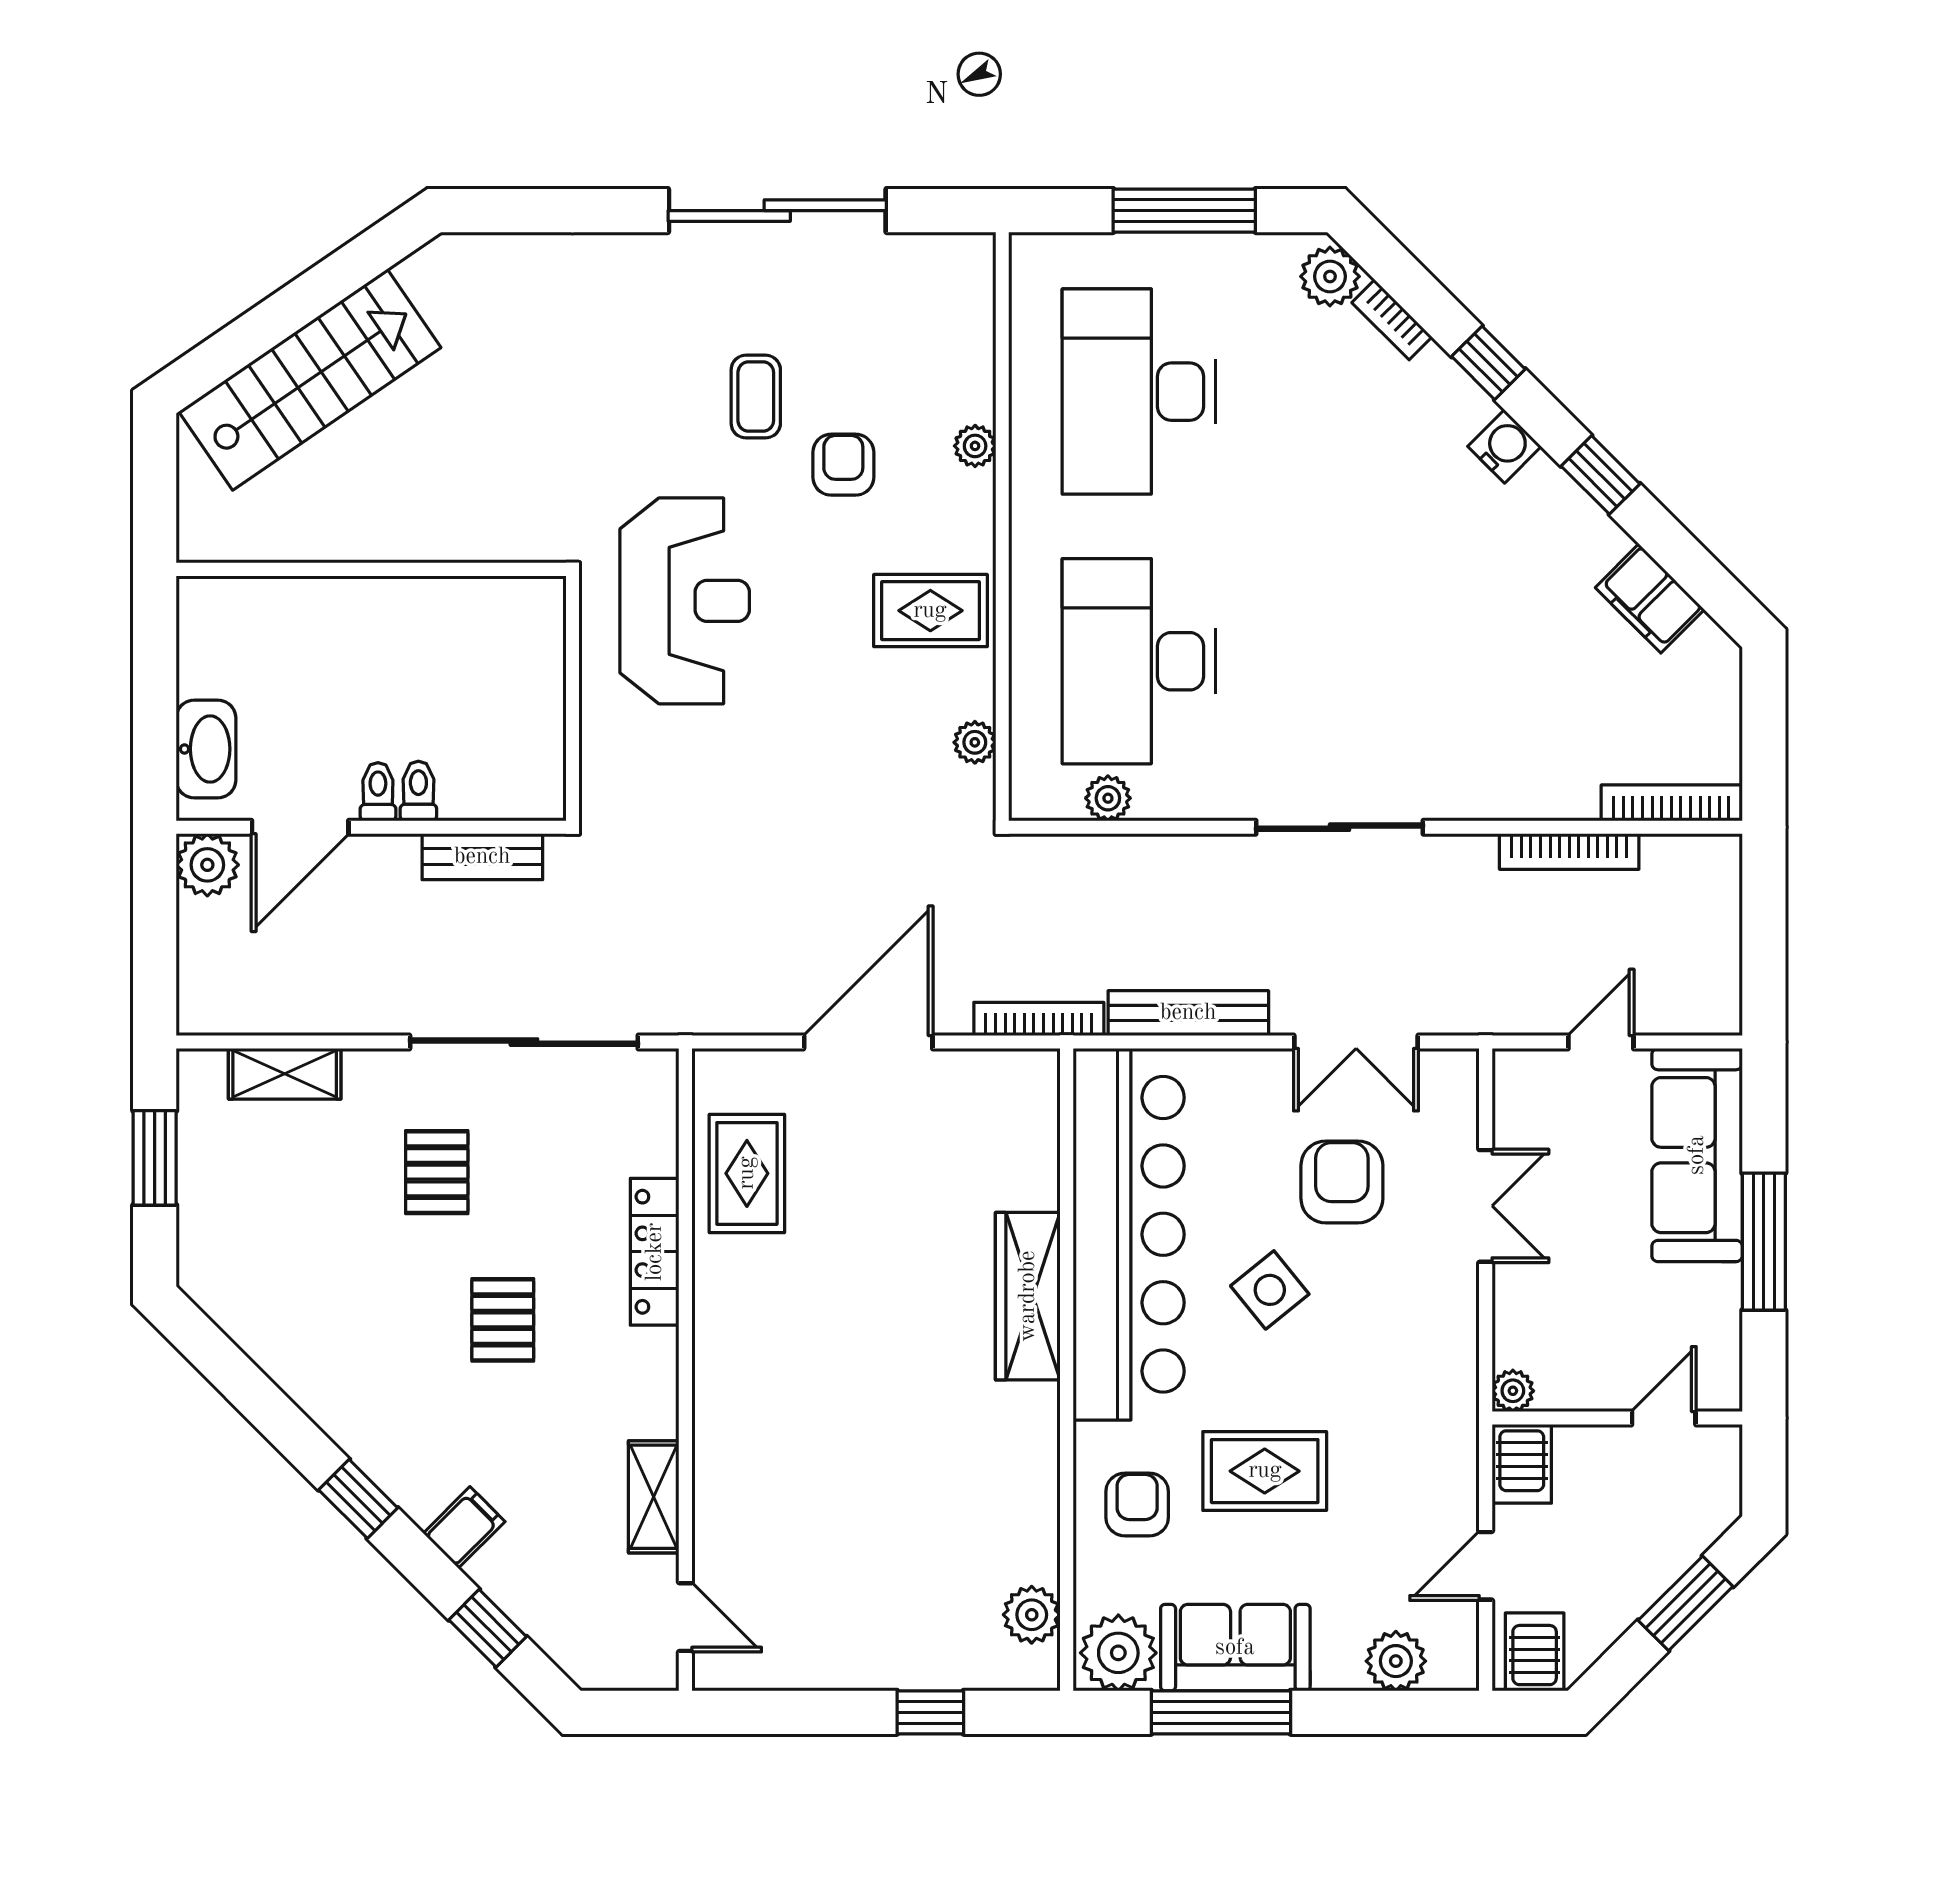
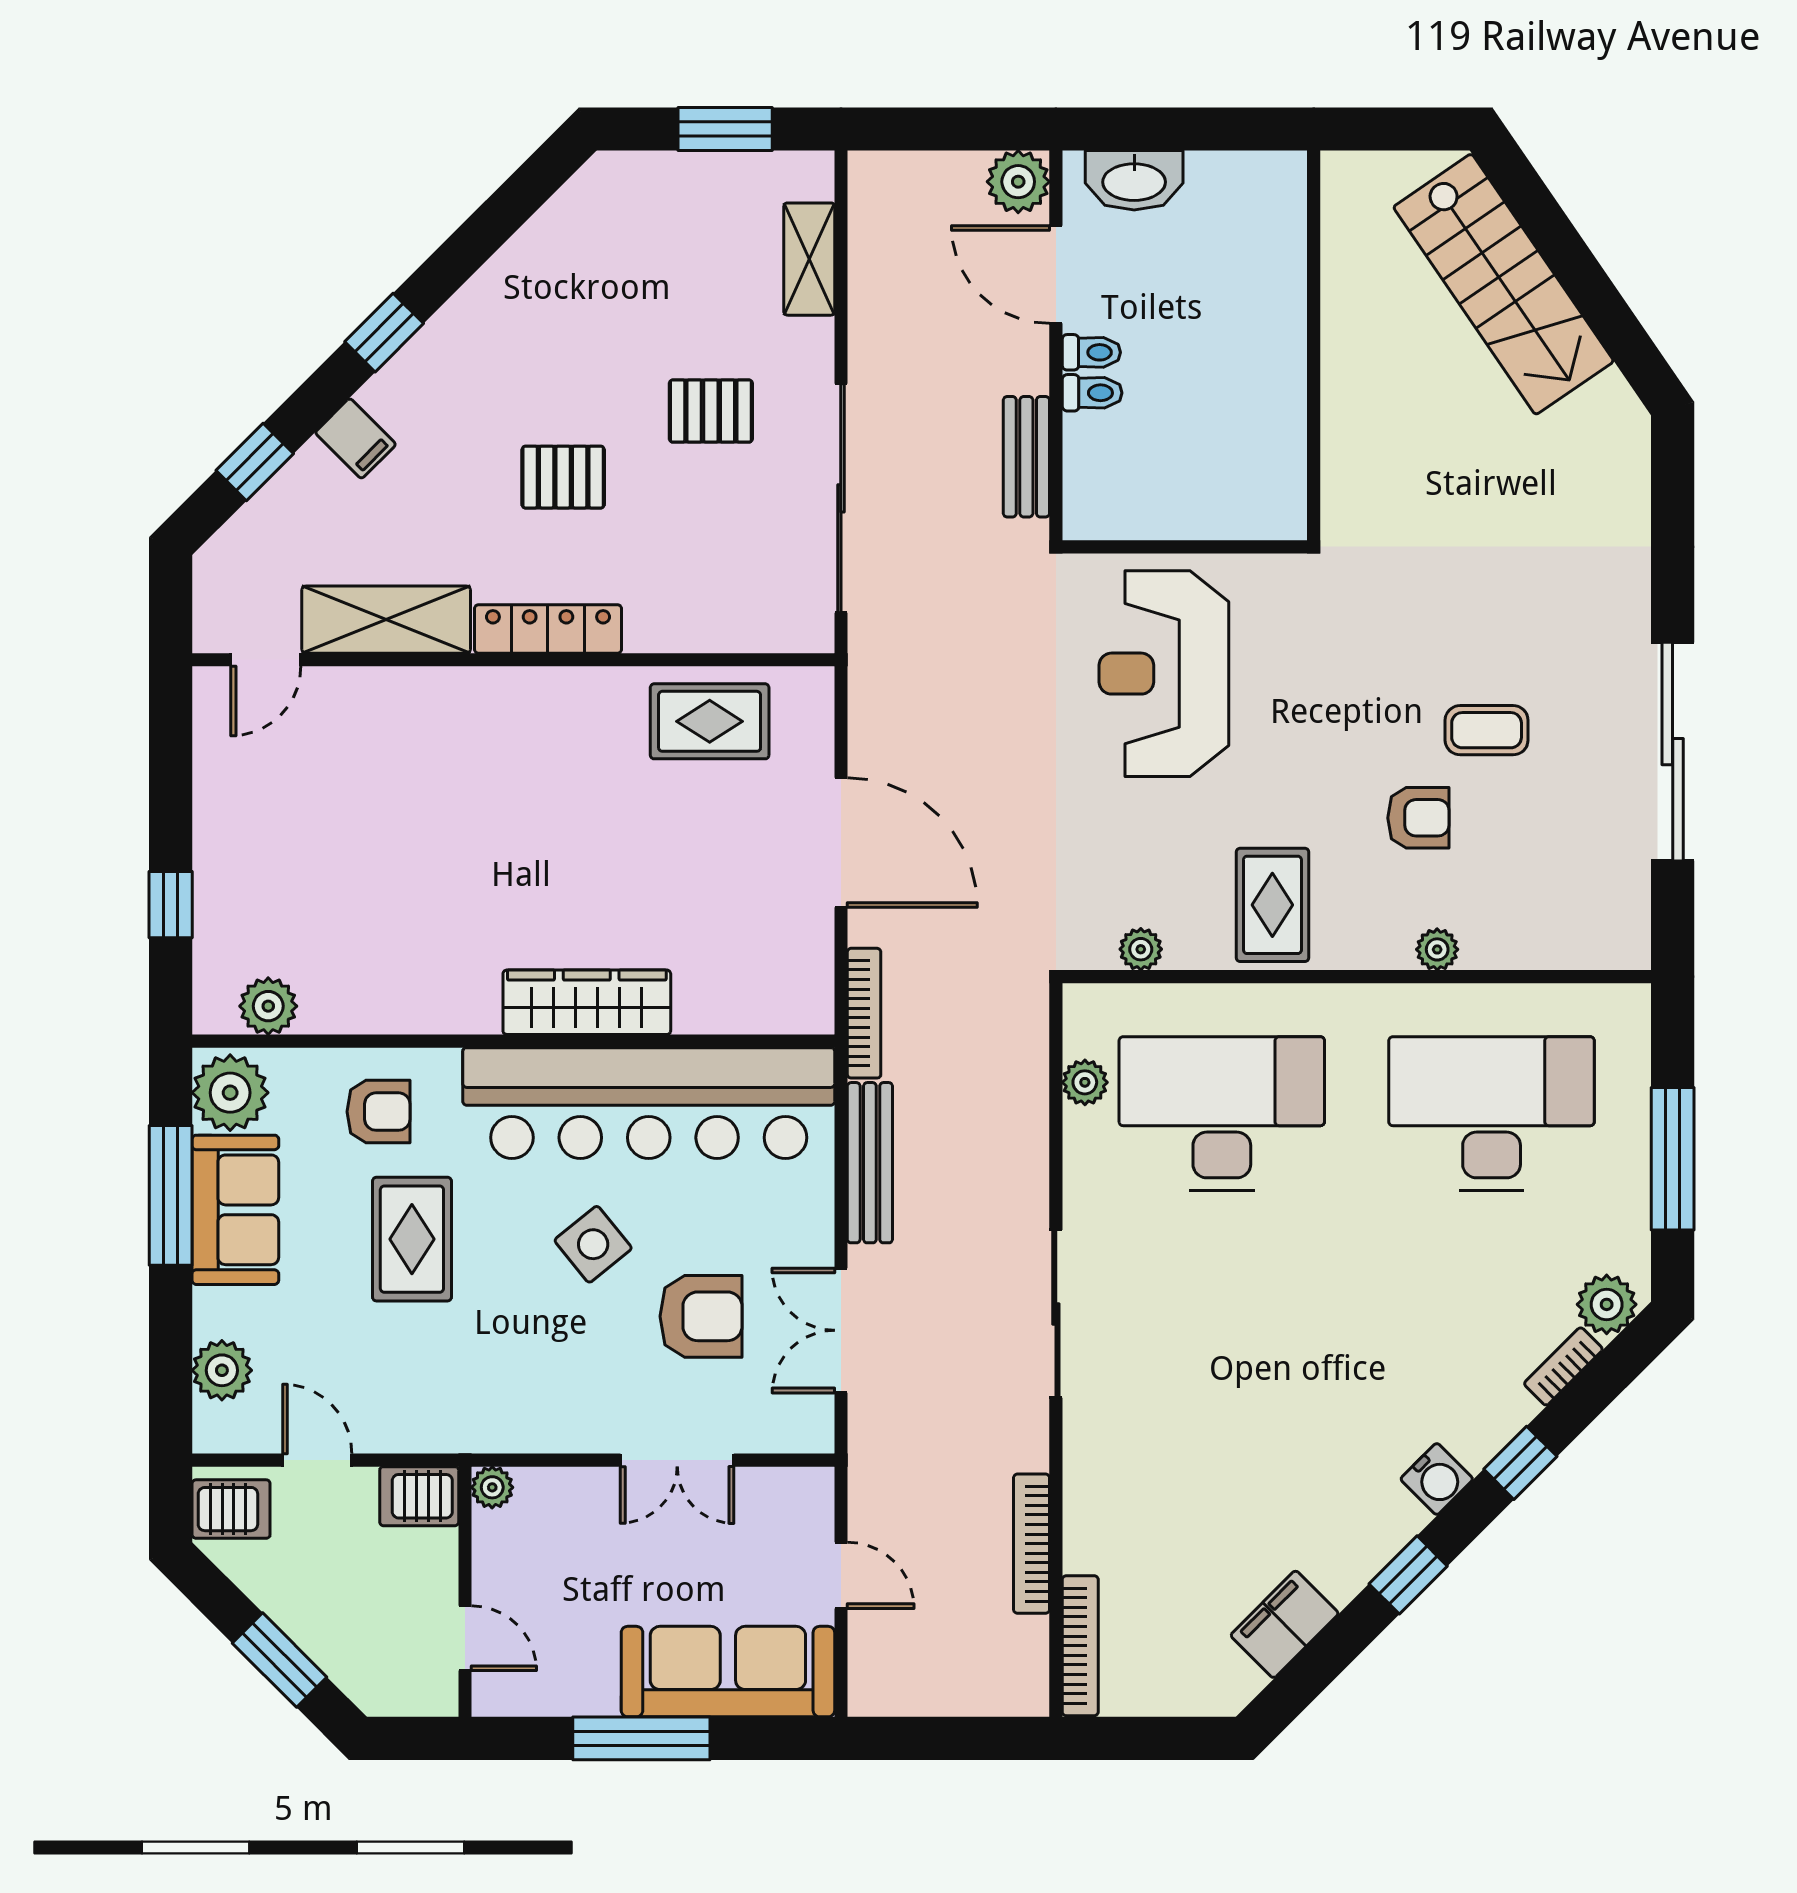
reception desk: (685, 601) -> (1164, 674), moved, turned 90
locker: (655, 1252) -> (548, 629), moved
shelving: (654, 1497) -> (386, 620), width x1.50, depth x1.33

